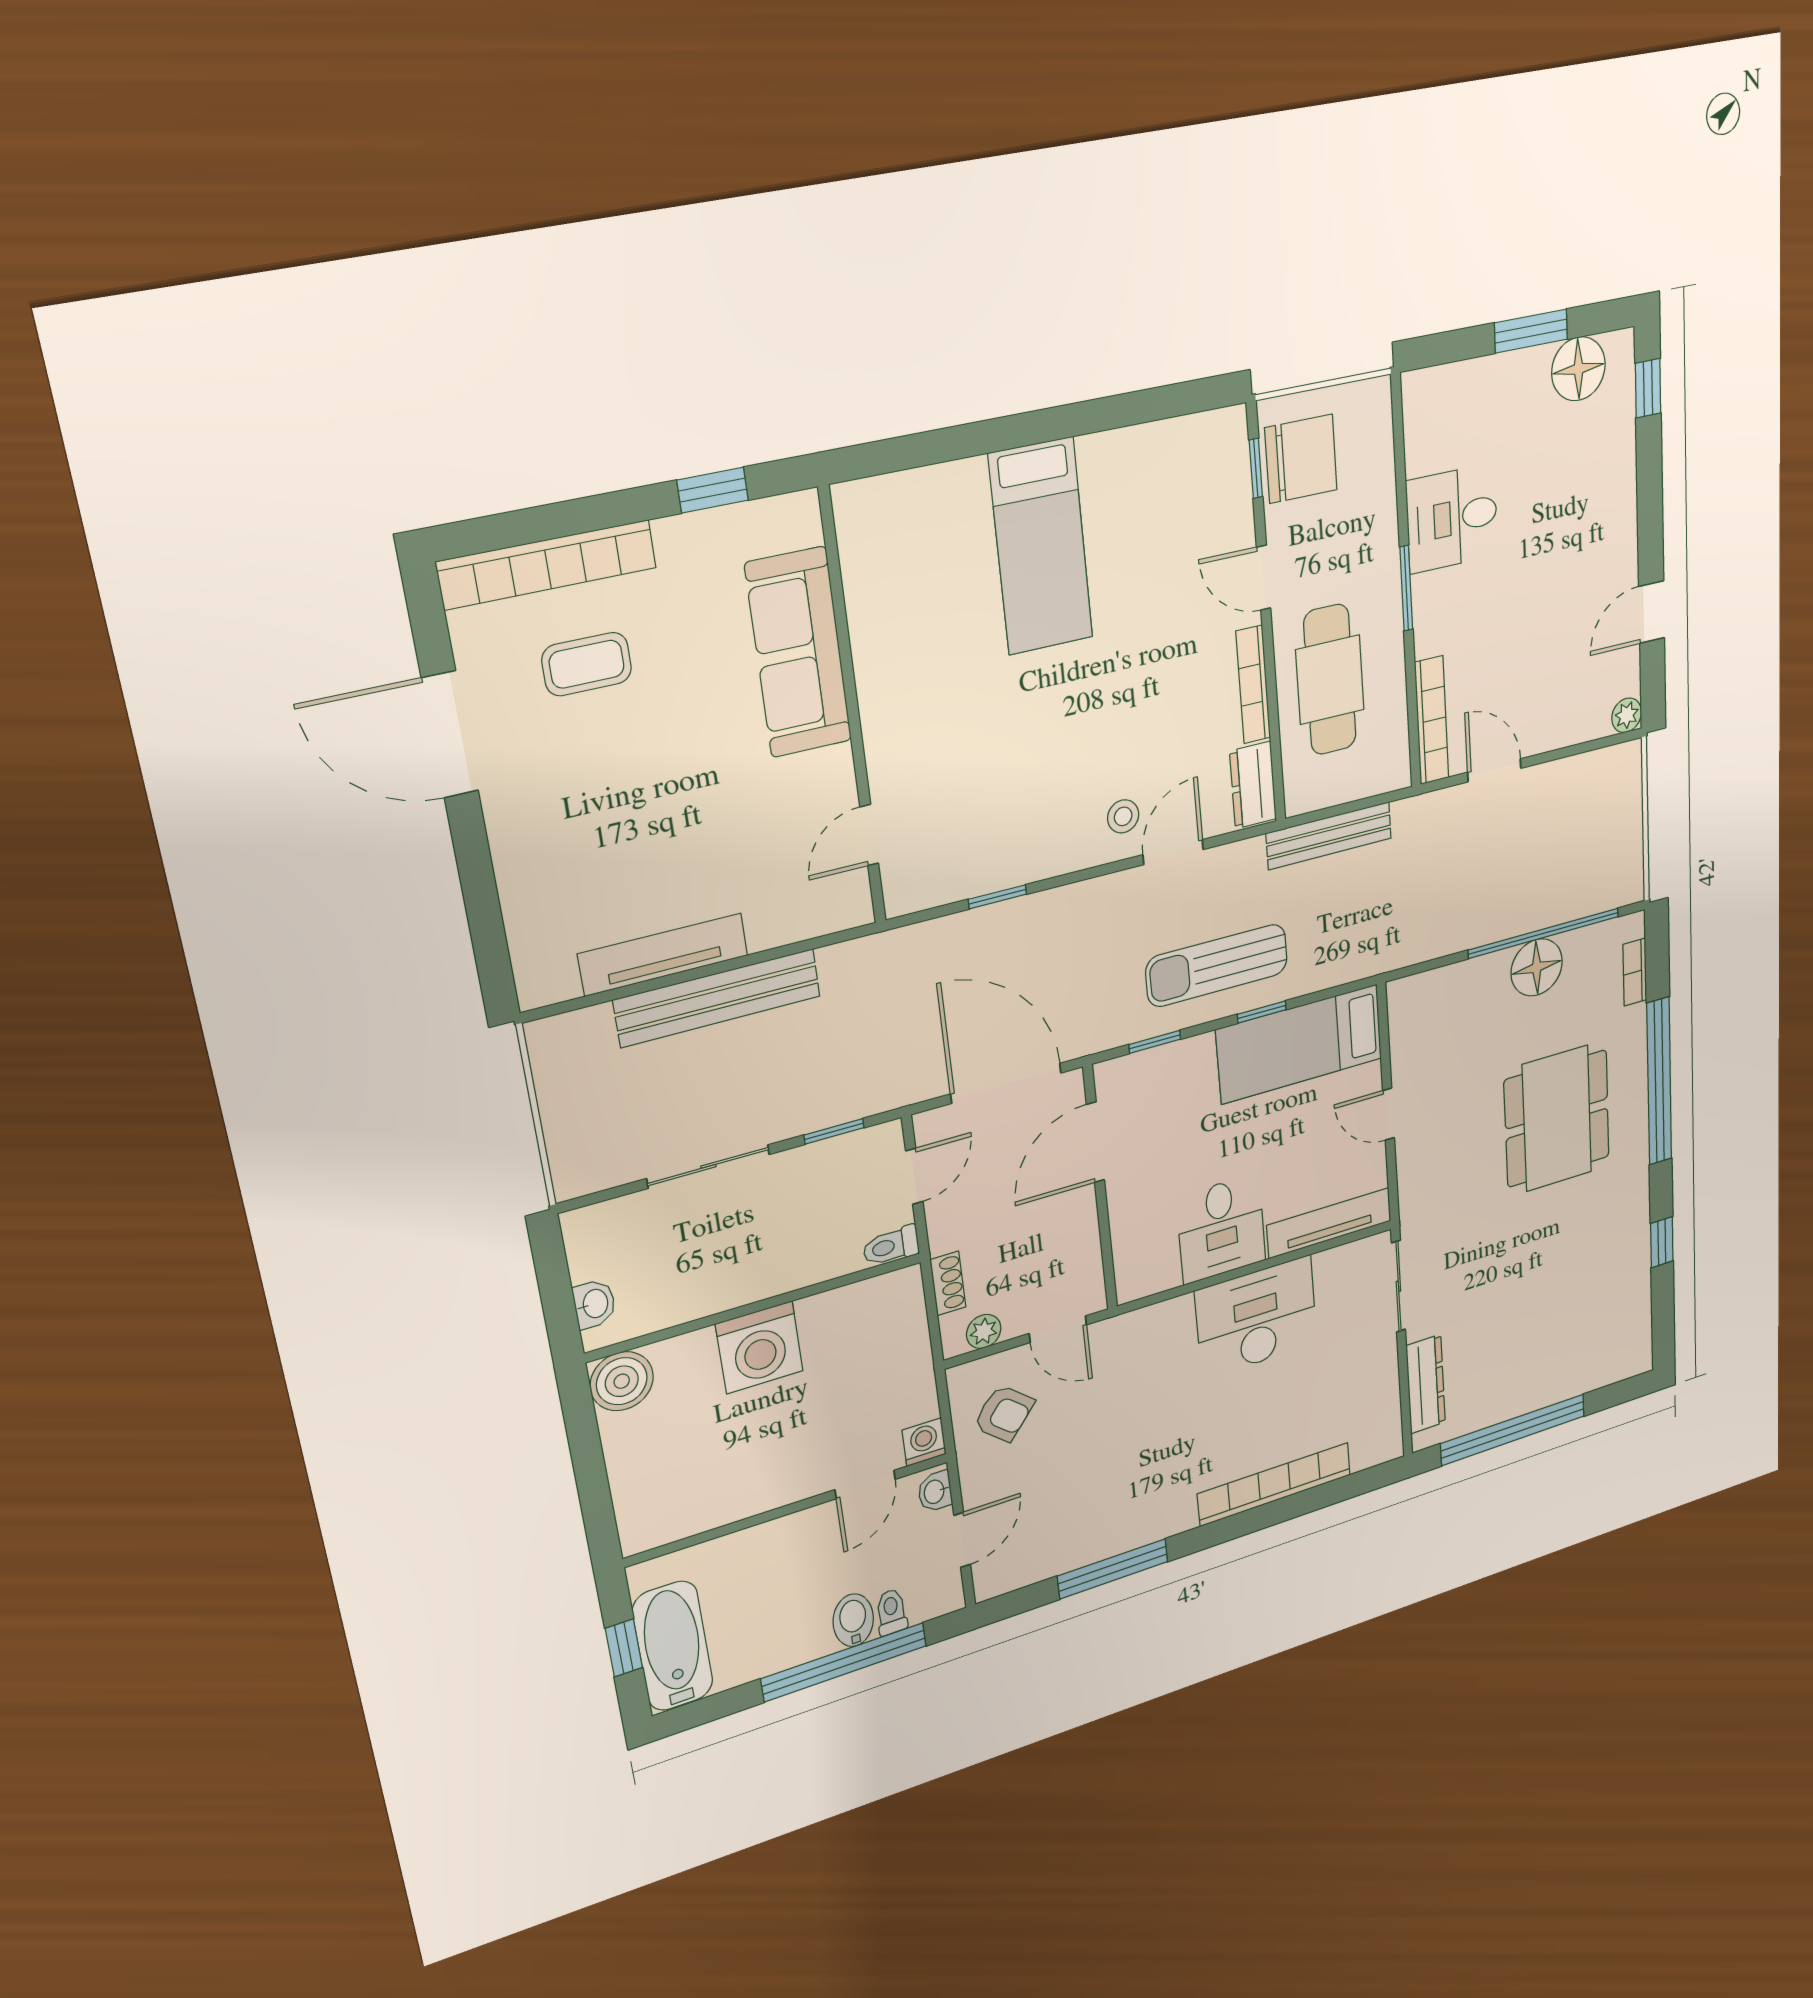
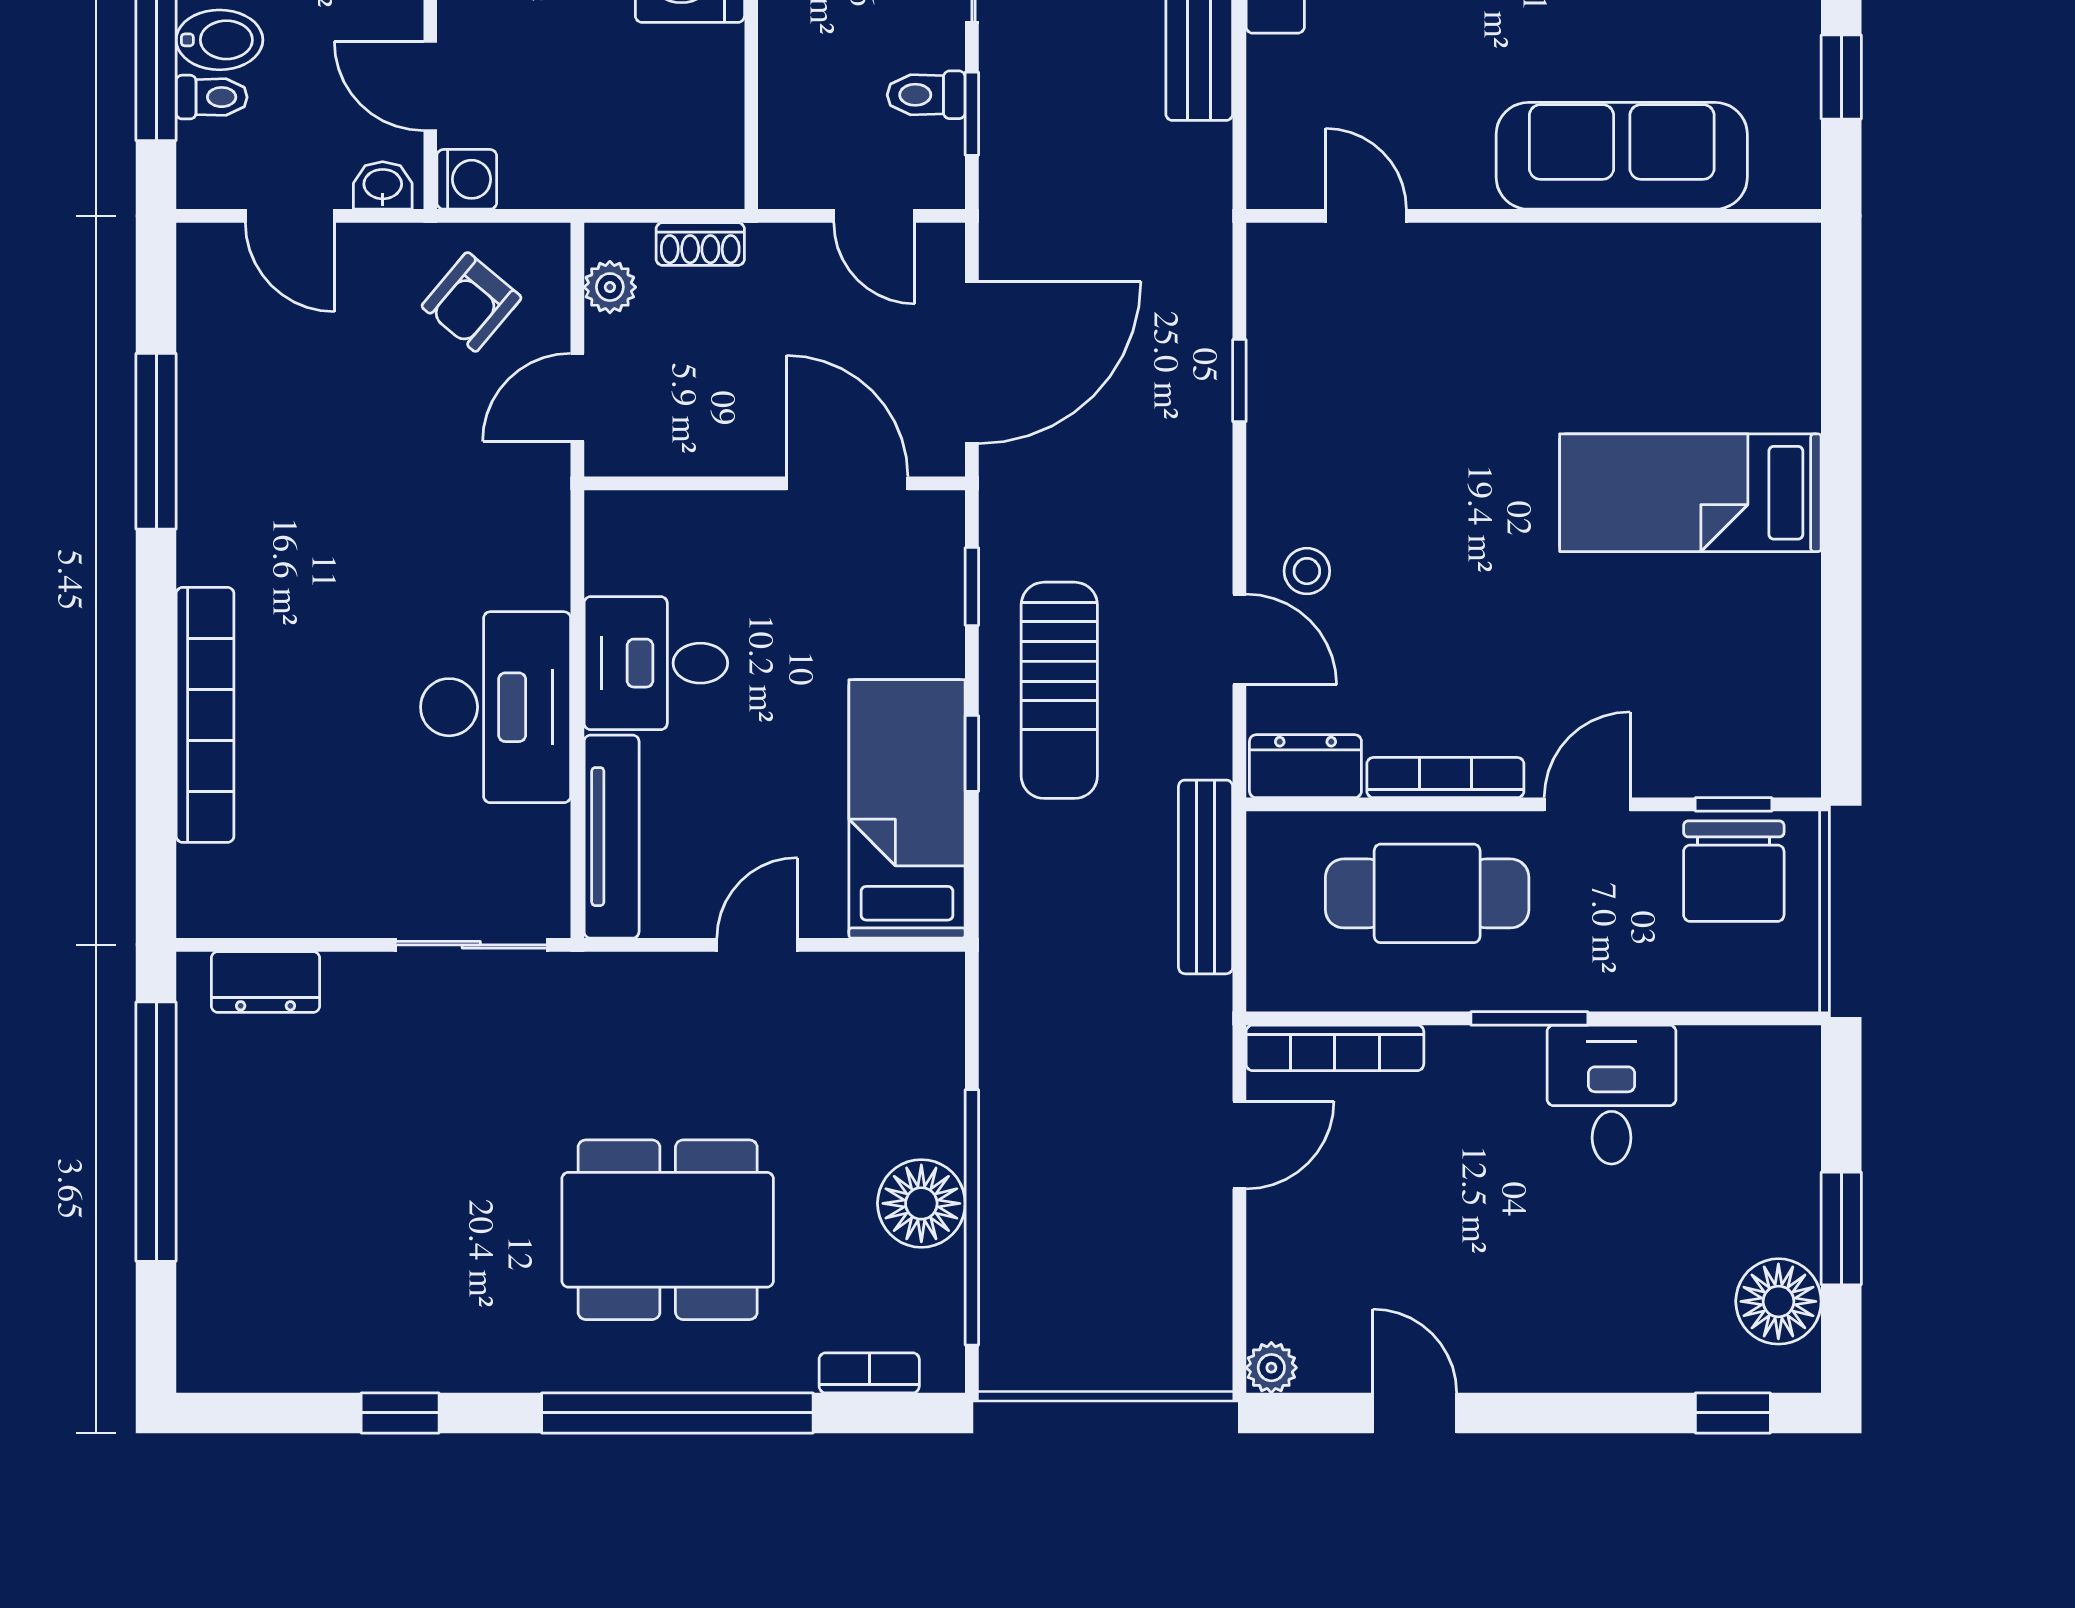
sun lounger: (1217, 965) -> (1059, 690), turned 180
toilet: (891, 1246) -> (926, 95), moved, turned -90
dresser: (1426, 1384) -> (266, 982), width x0.70

